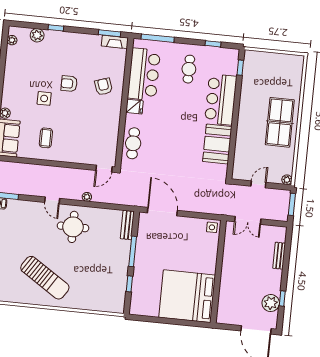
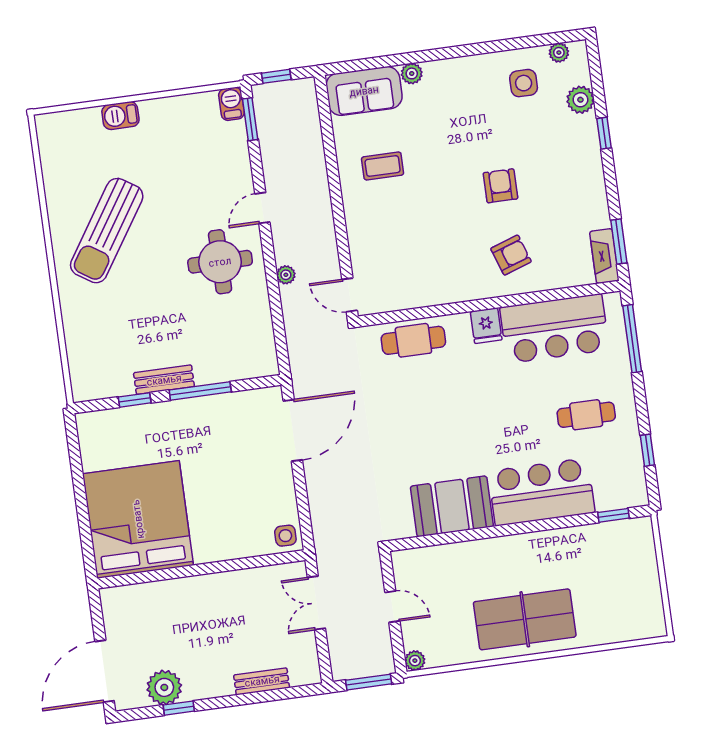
side table: (44, 98) -> (524, 83), moved
bench: (127, 225) -> (164, 380), moved

